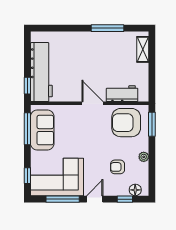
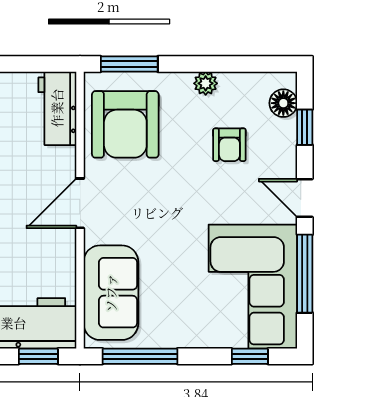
workbench: (122, 94) -> (57, 108), moved
sofa: (42, 130) -> (111, 293), moved, turned 90

